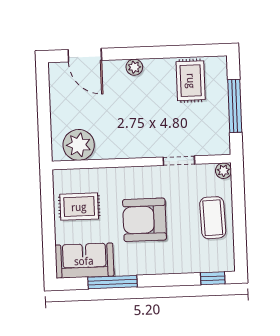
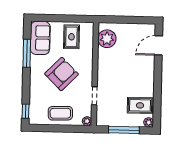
plant: (134, 67) -> (149, 122), moved
armchair: (145, 220) -> (62, 74), turned 45

